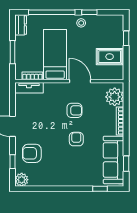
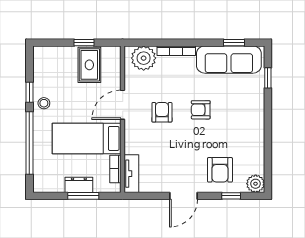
dresser: (21, 25) -> (79, 185), moved
window: (126, 38) -> (84, 43), moved

